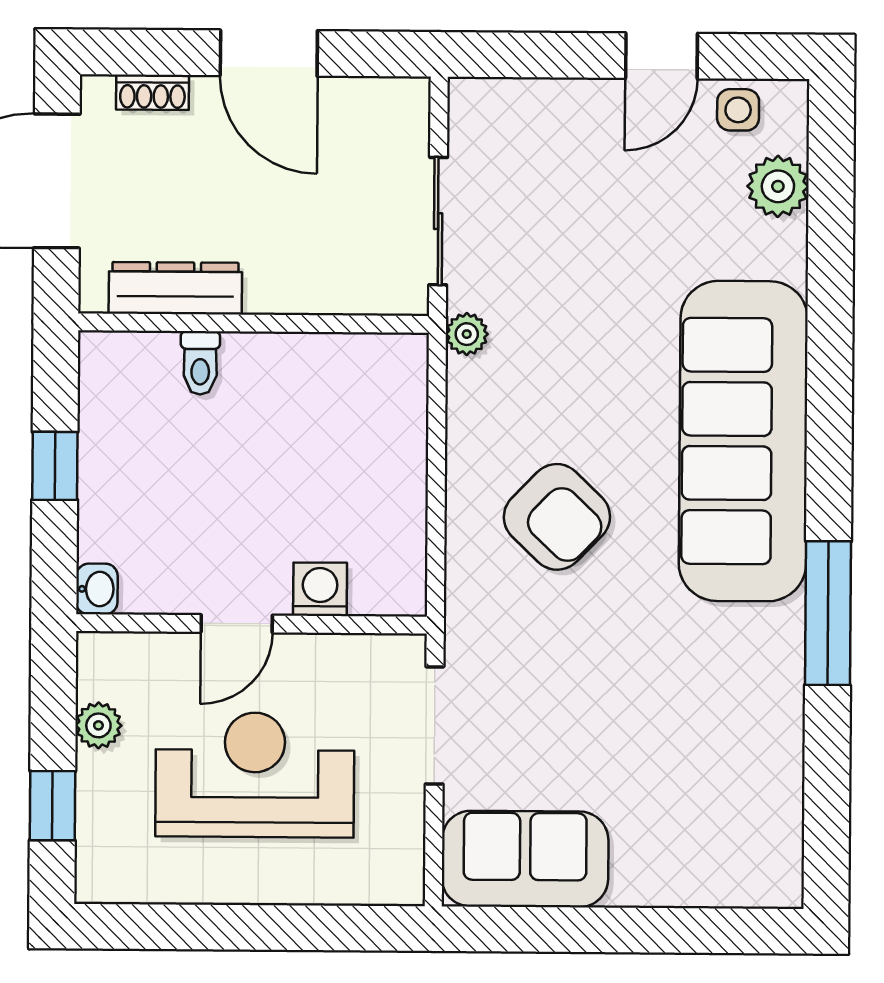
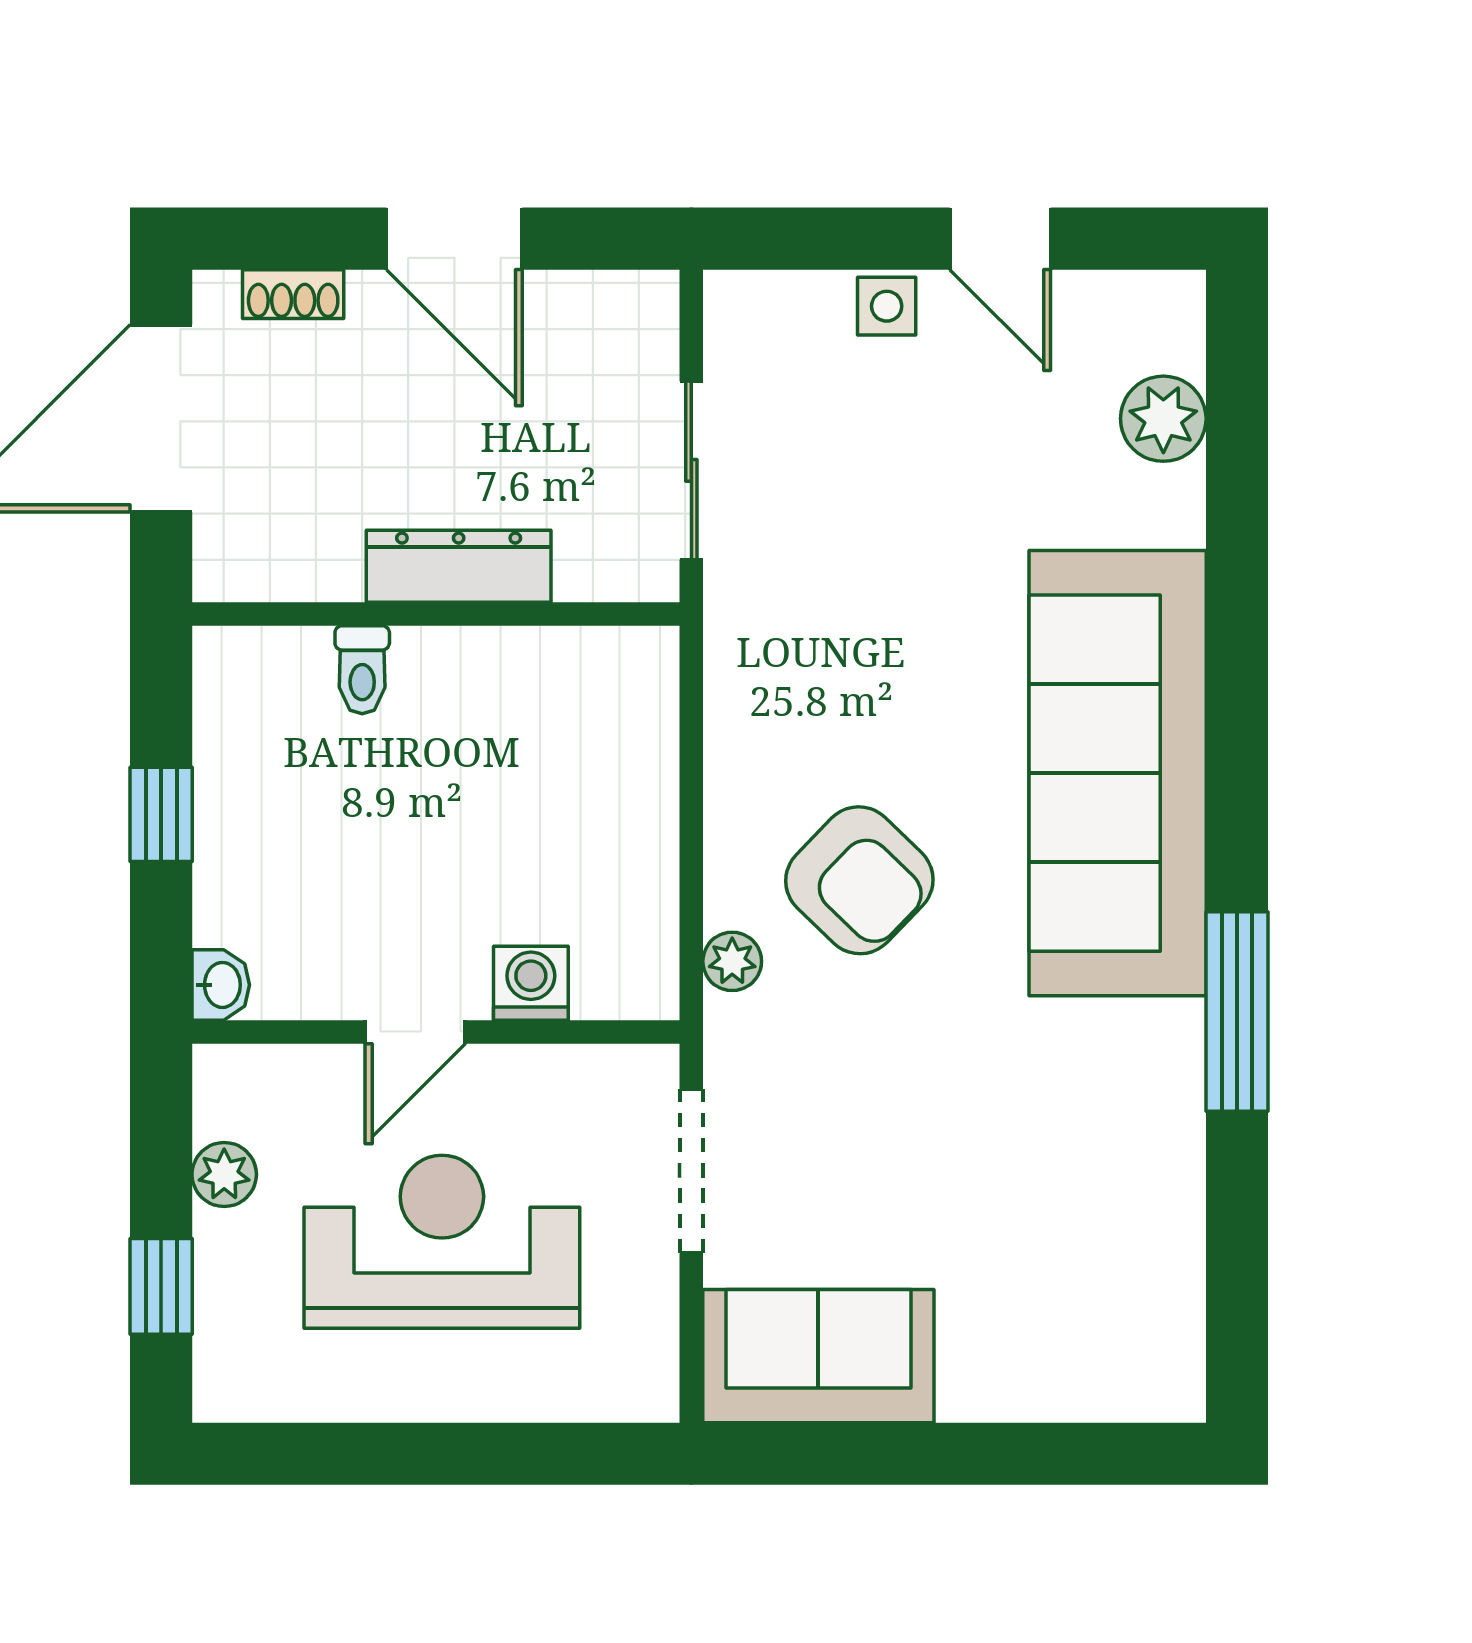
door: (661, 56) -> (1000, 239), hinge flipped
side table: (738, 110) -> (887, 306), moved
dresser: (175, 288) -> (459, 566), moved
plant: (467, 334) -> (732, 961), moved

